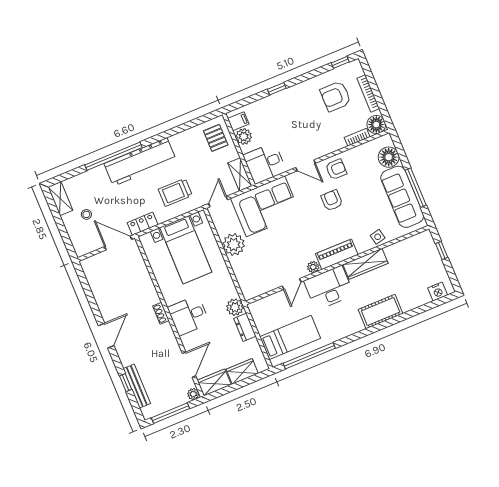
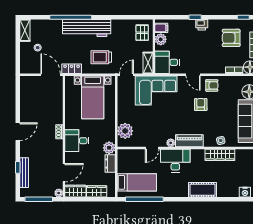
printer: (290, 95) -> (202, 25), added
plant: (234, 245) -> (125, 131), moved
wardrobe: (366, 264) -> (220, 155), moved

